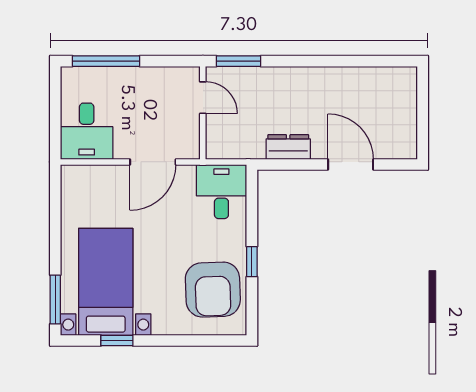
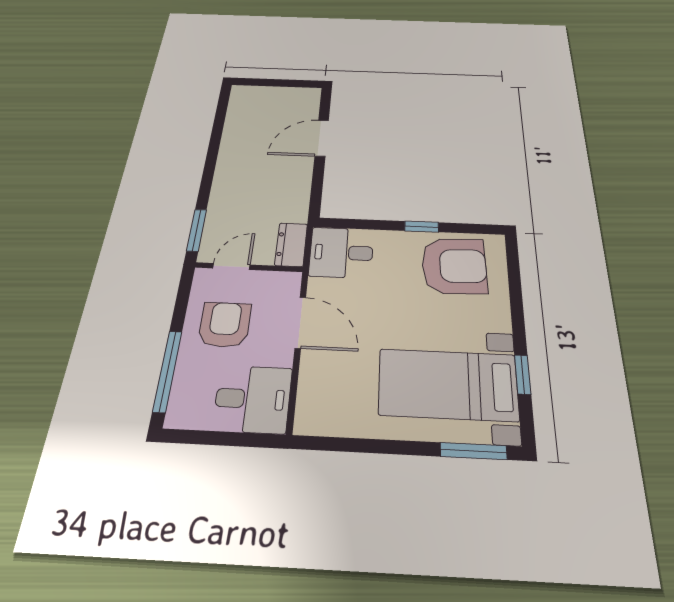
armchair: (148, 100) -> (225, 325), added
dresser: (288, 147) -> (291, 245), moved

